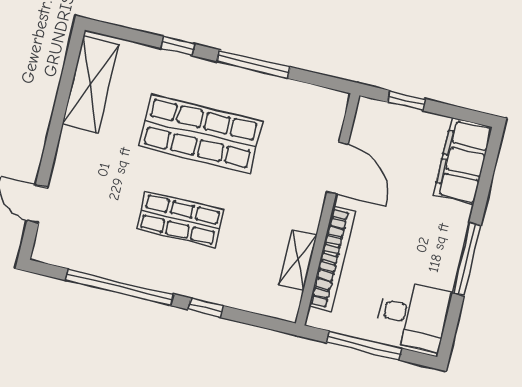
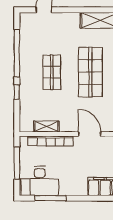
door: (337, 168) -> (90, 134), swing flipped
window: (467, 259) -> (50, 198), moved
desk: (413, 315) -> (40, 181), width x1.37

